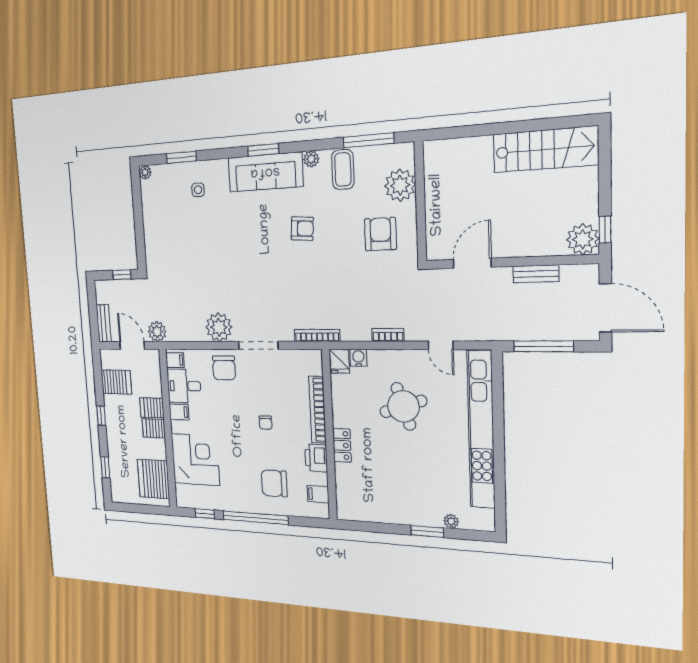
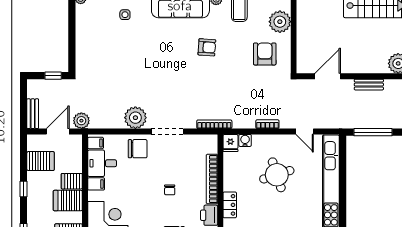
door: (132, 345) -> (58, 131), hinge flipped
chair: (224, 368) -> (138, 149), turned -90
server rack: (154, 428) -> (68, 201), width x1.36, depth x1.44

